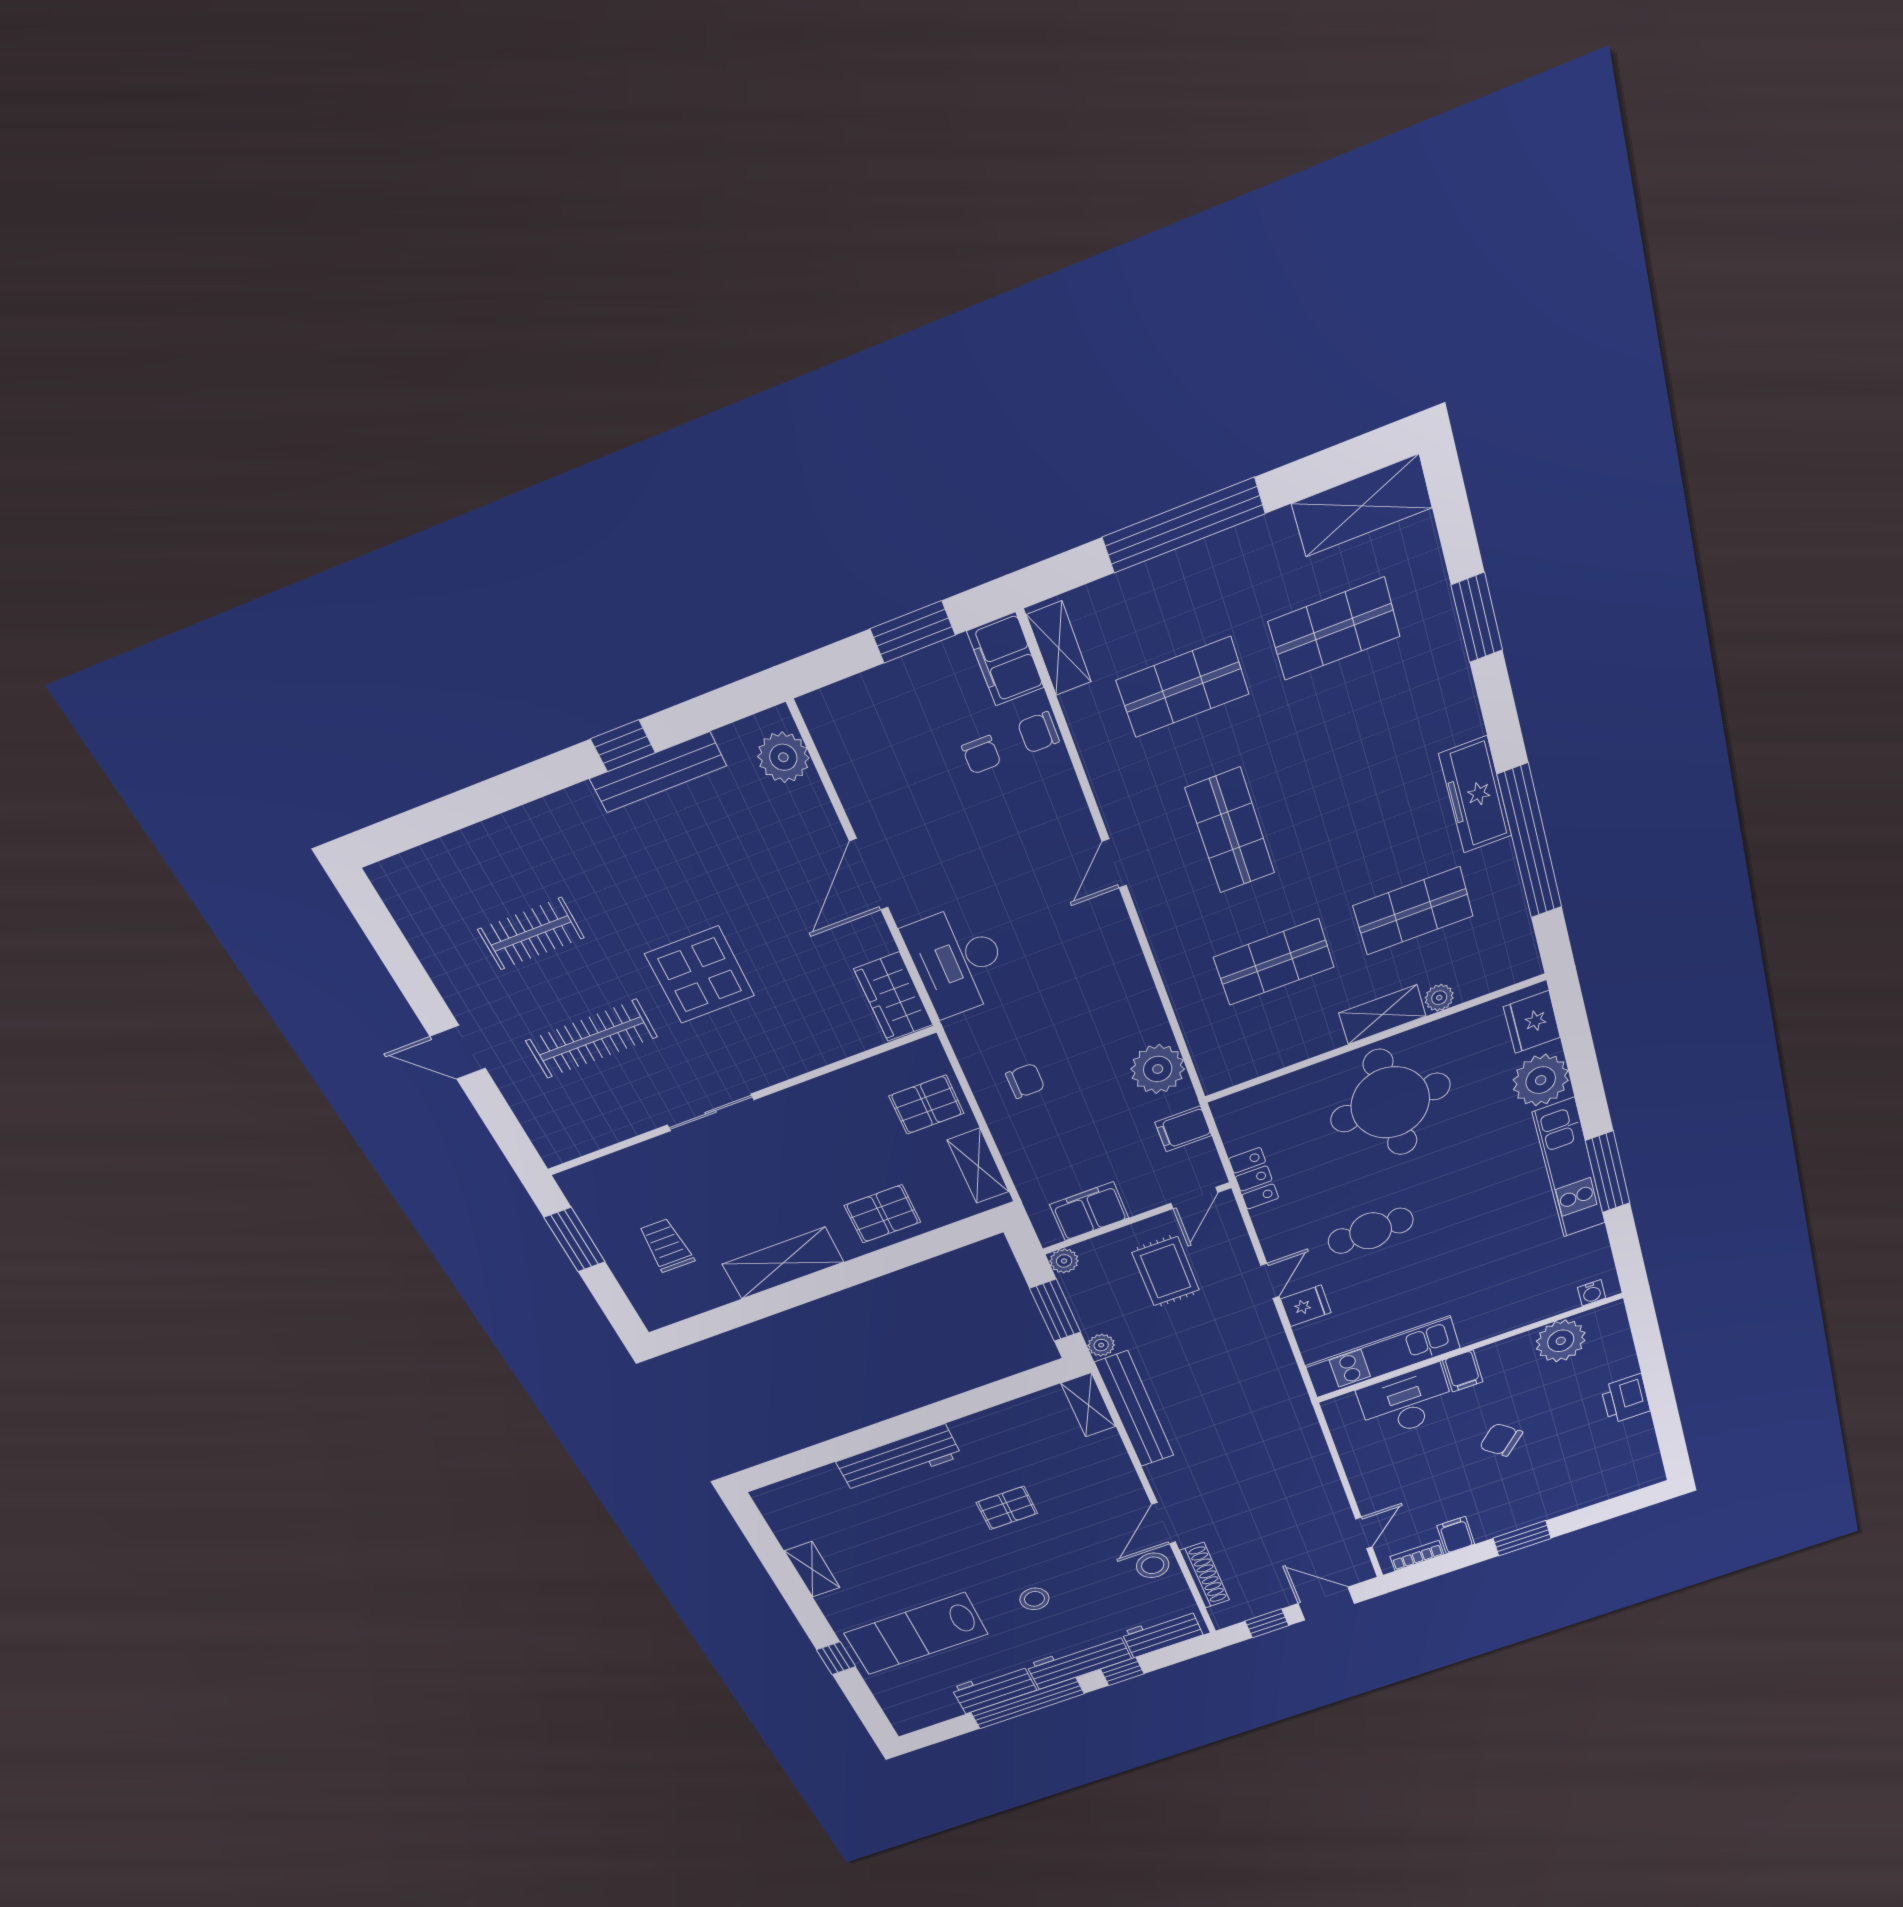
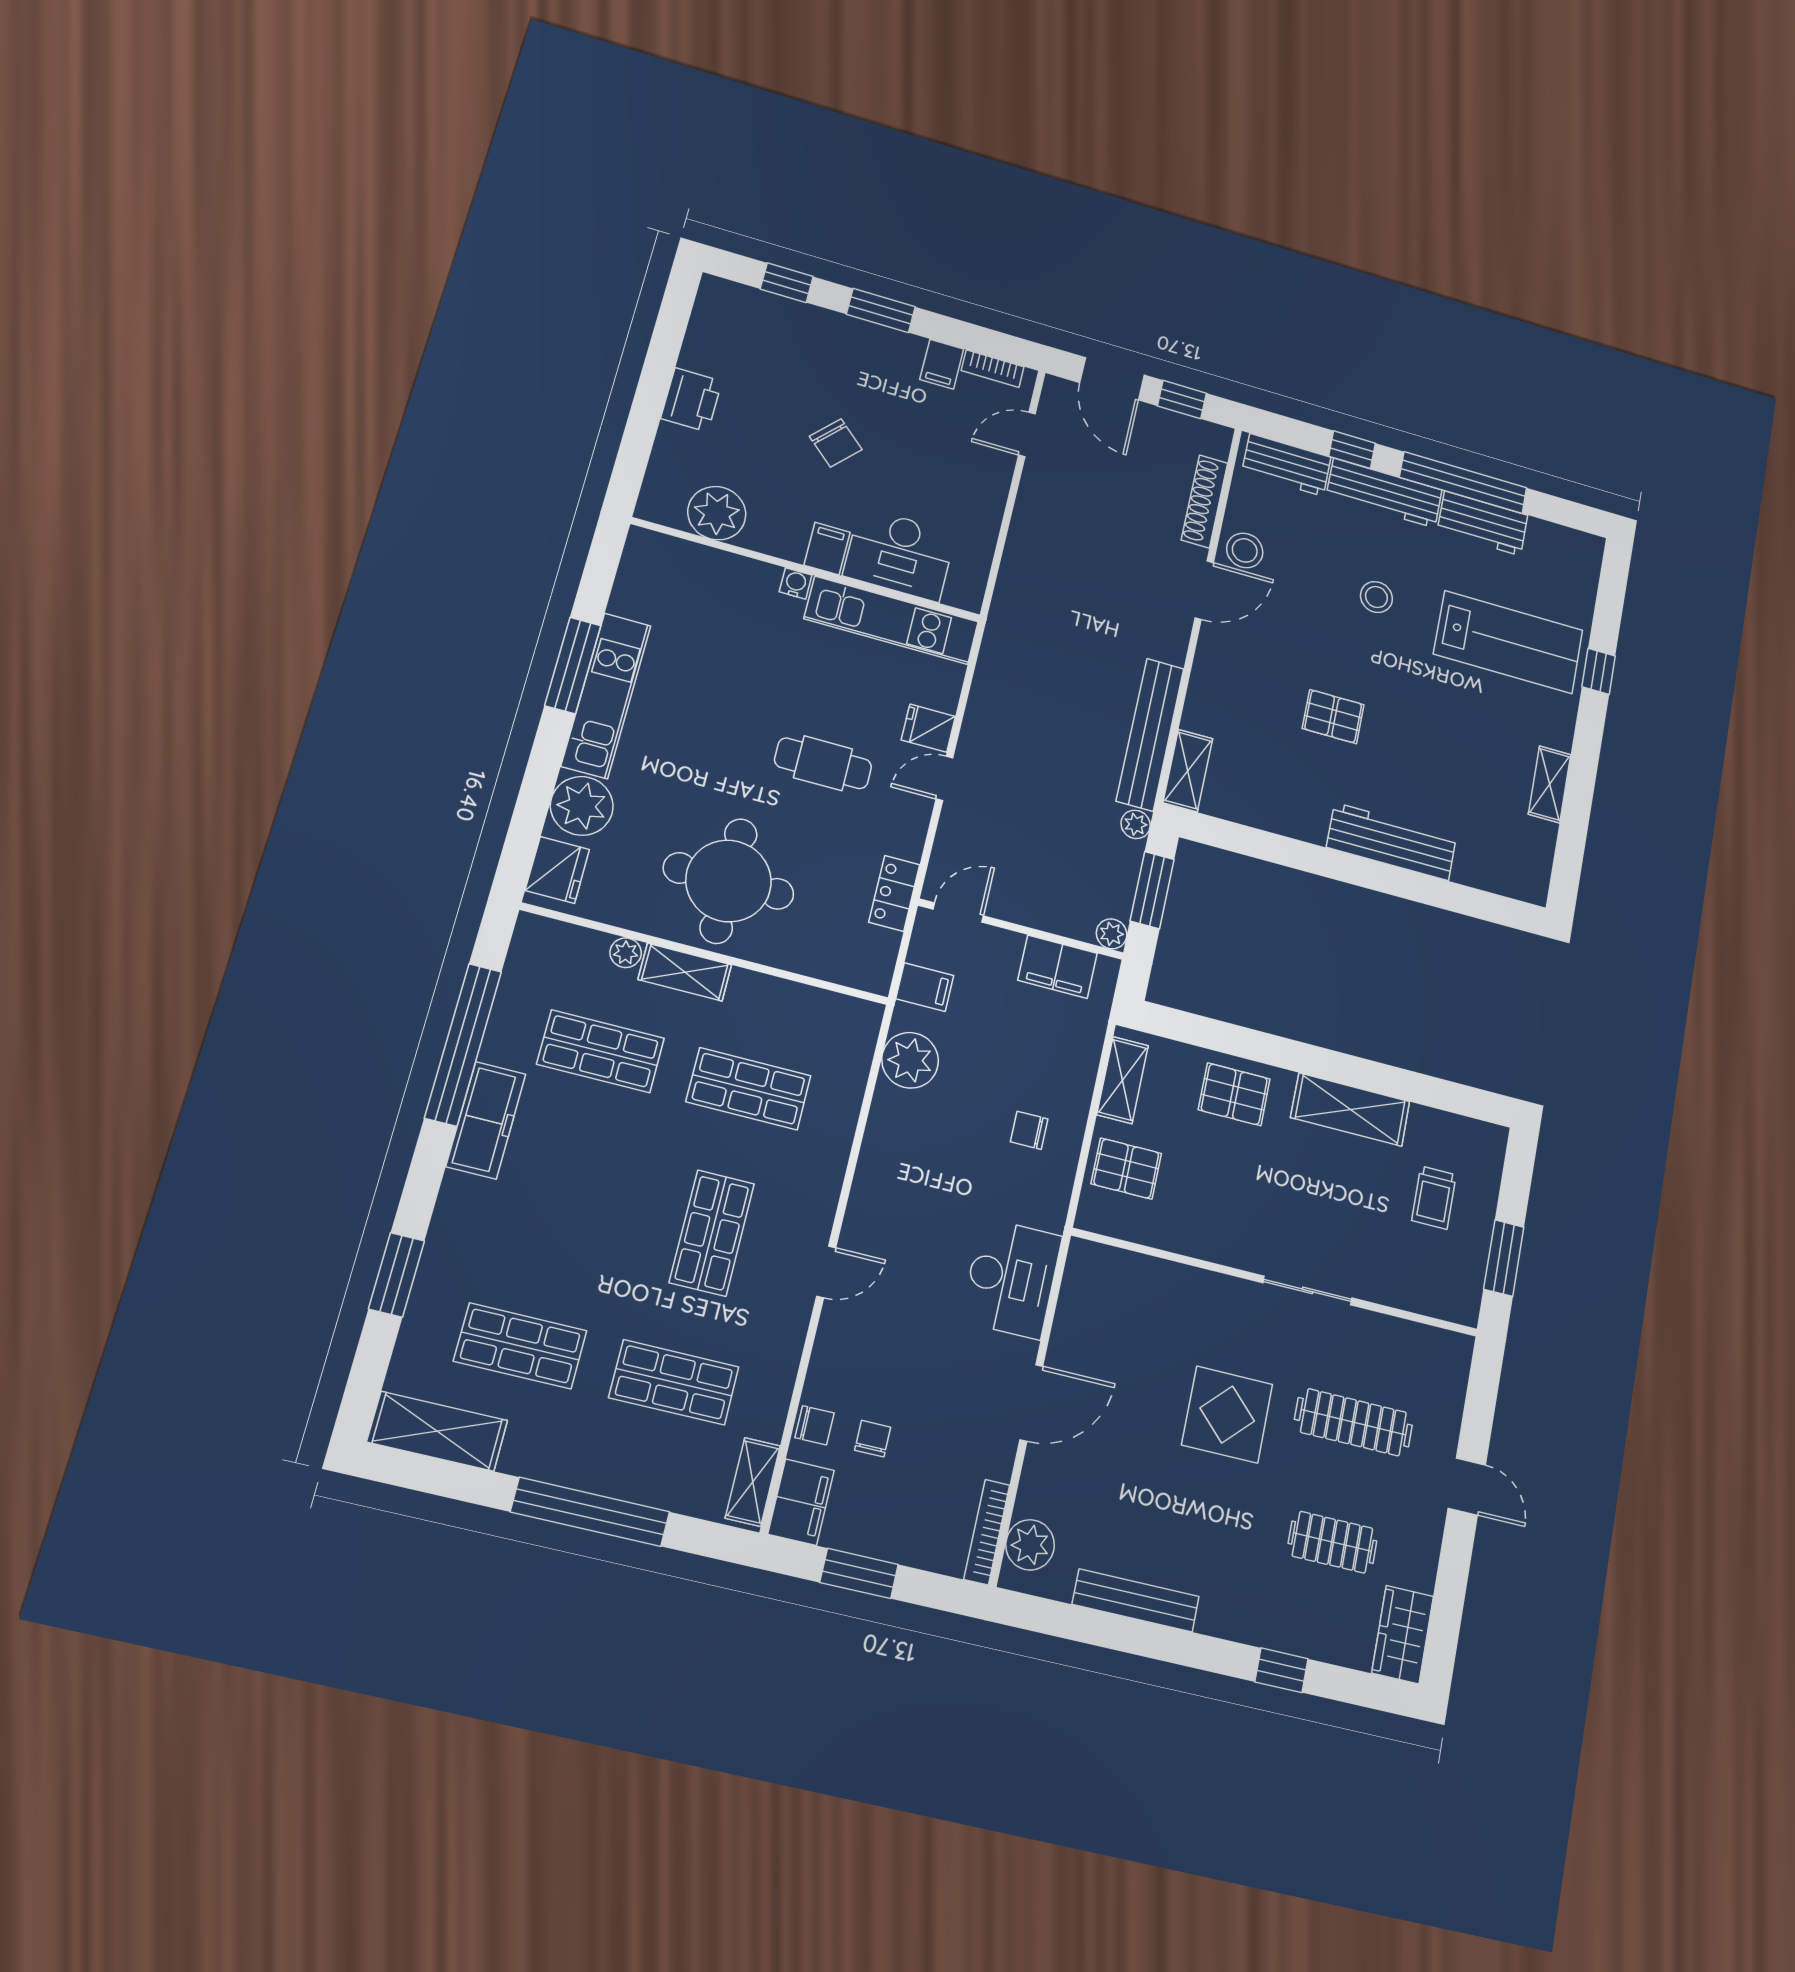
bookcase: (828, 743) -> (987, 1532), added
window: (623, 746) -> (1281, 1670), moved
wardrobe: (894, 997) -> (1403, 1634), moved, turned 180
rug: (1166, 1271) -> (1030, 857), removed
water cooler: (1592, 1293) -> (796, 583), moved
window: (1602, 1512) -> (787, 283), added

